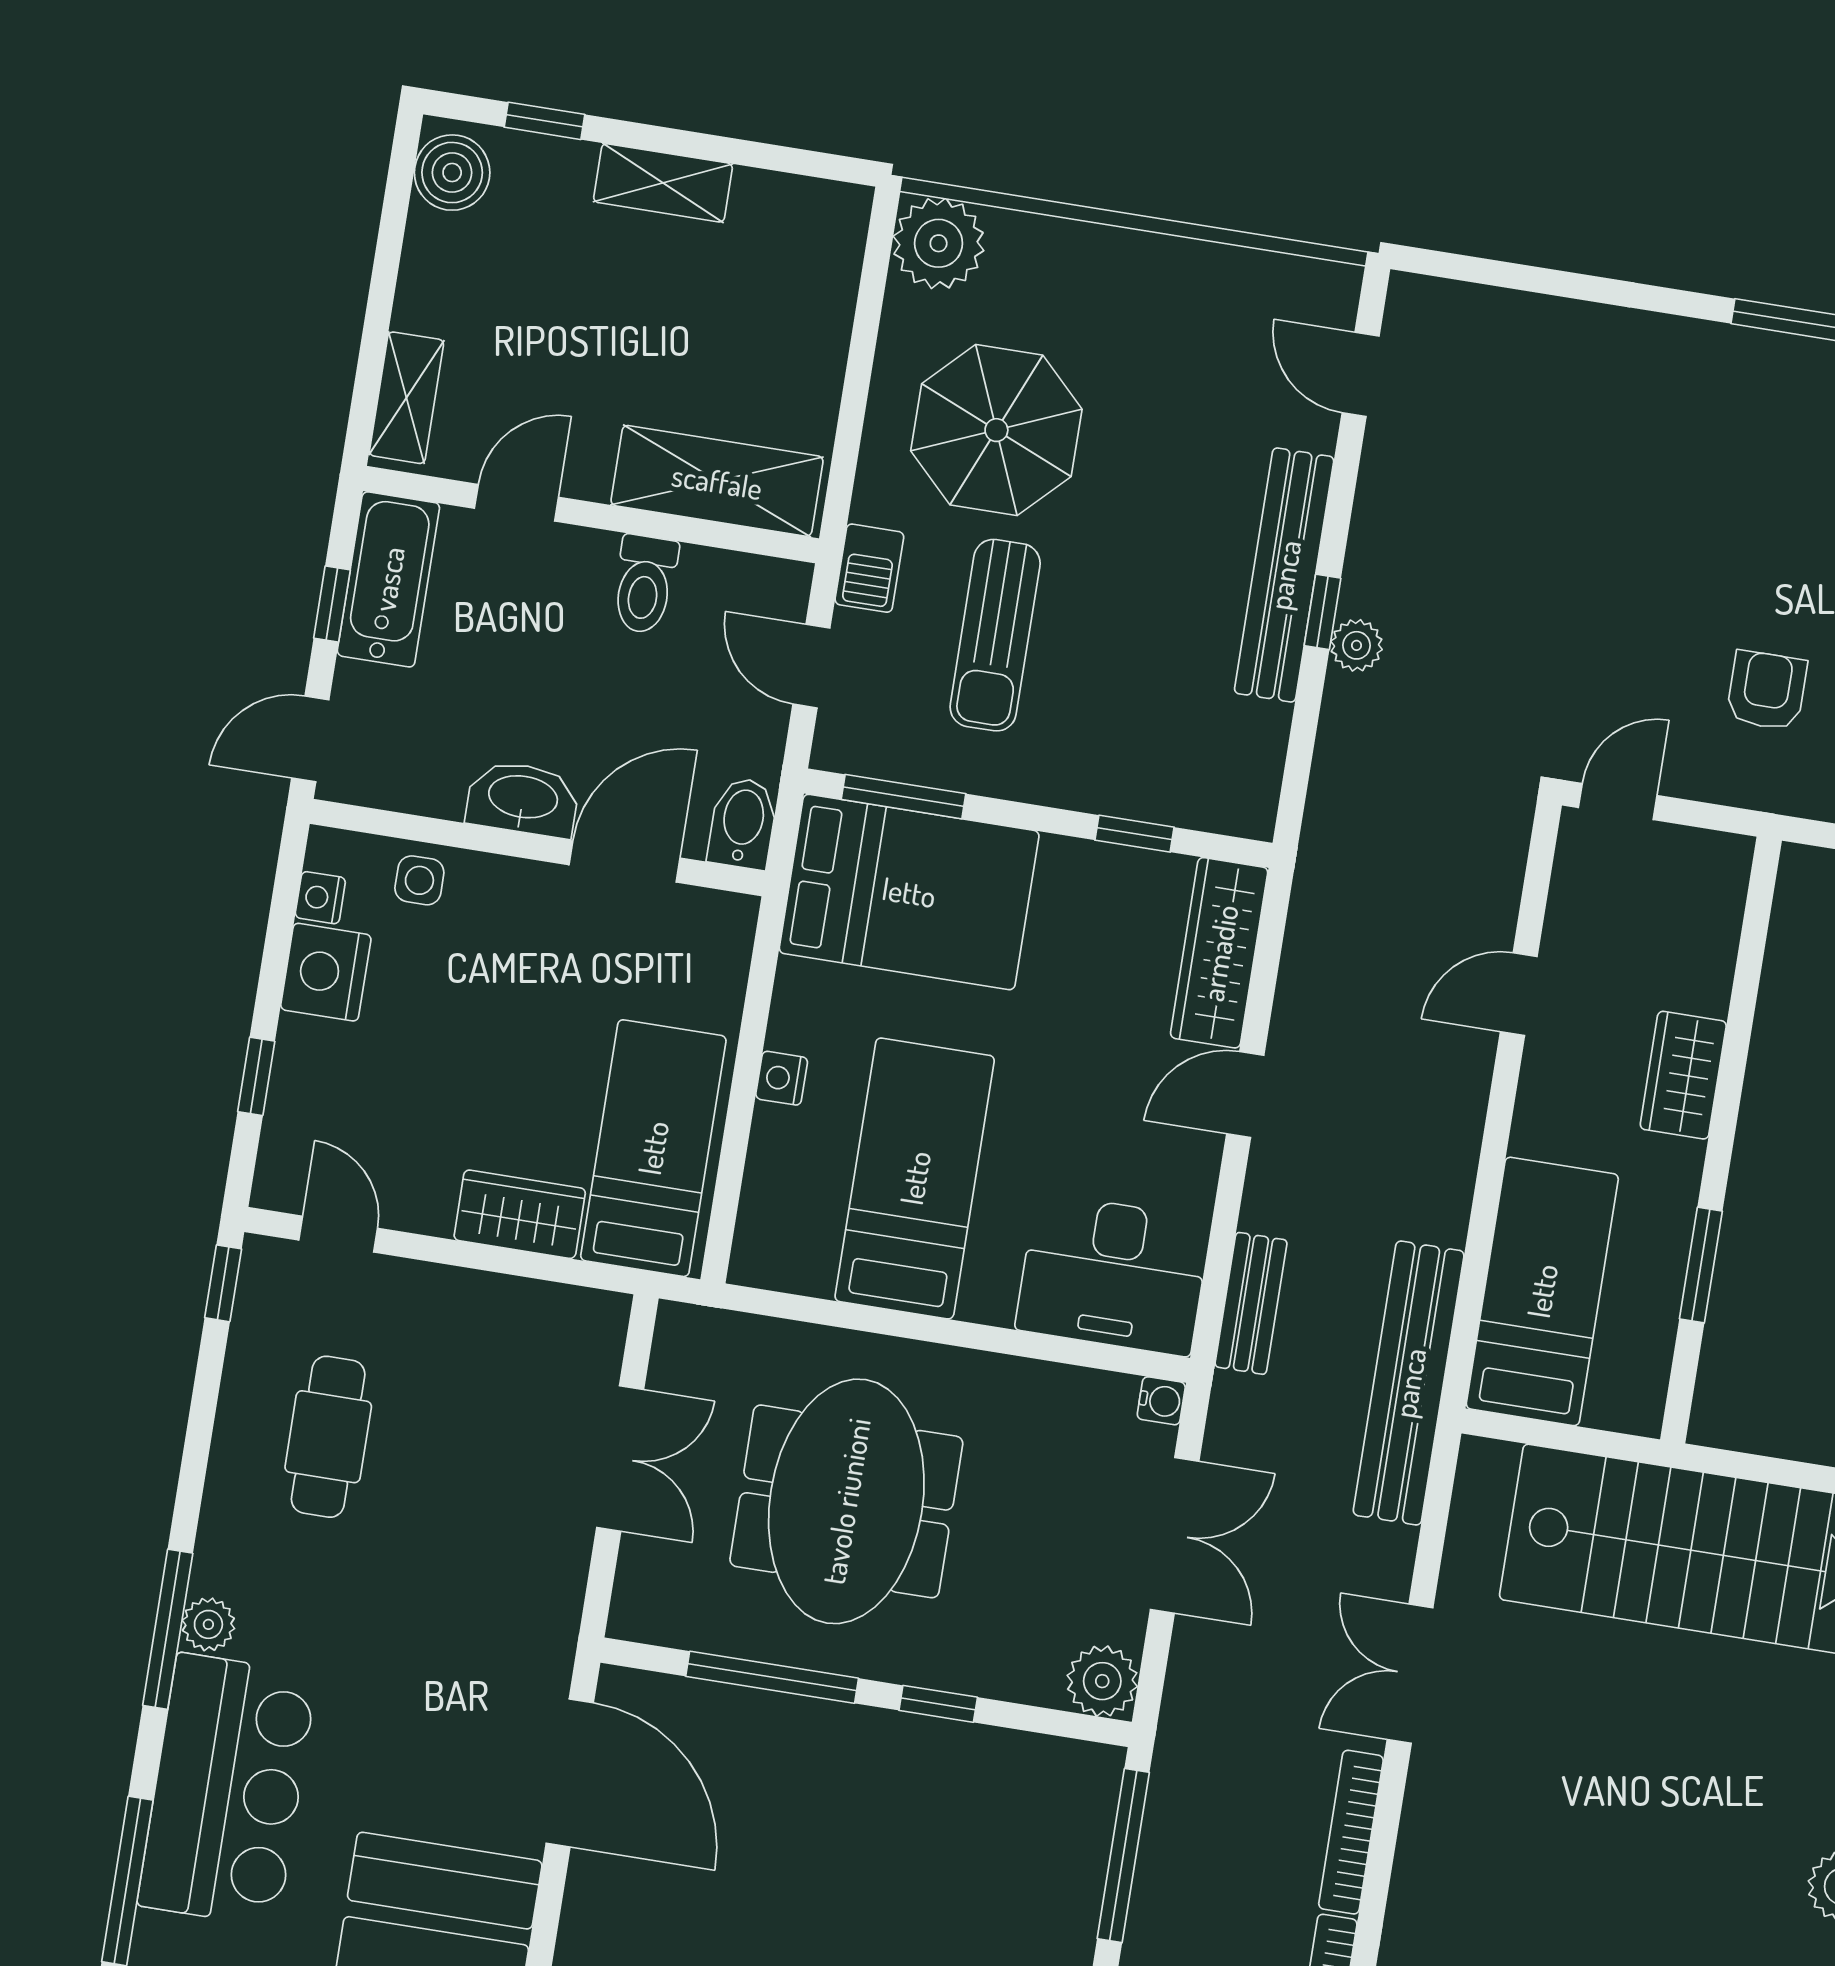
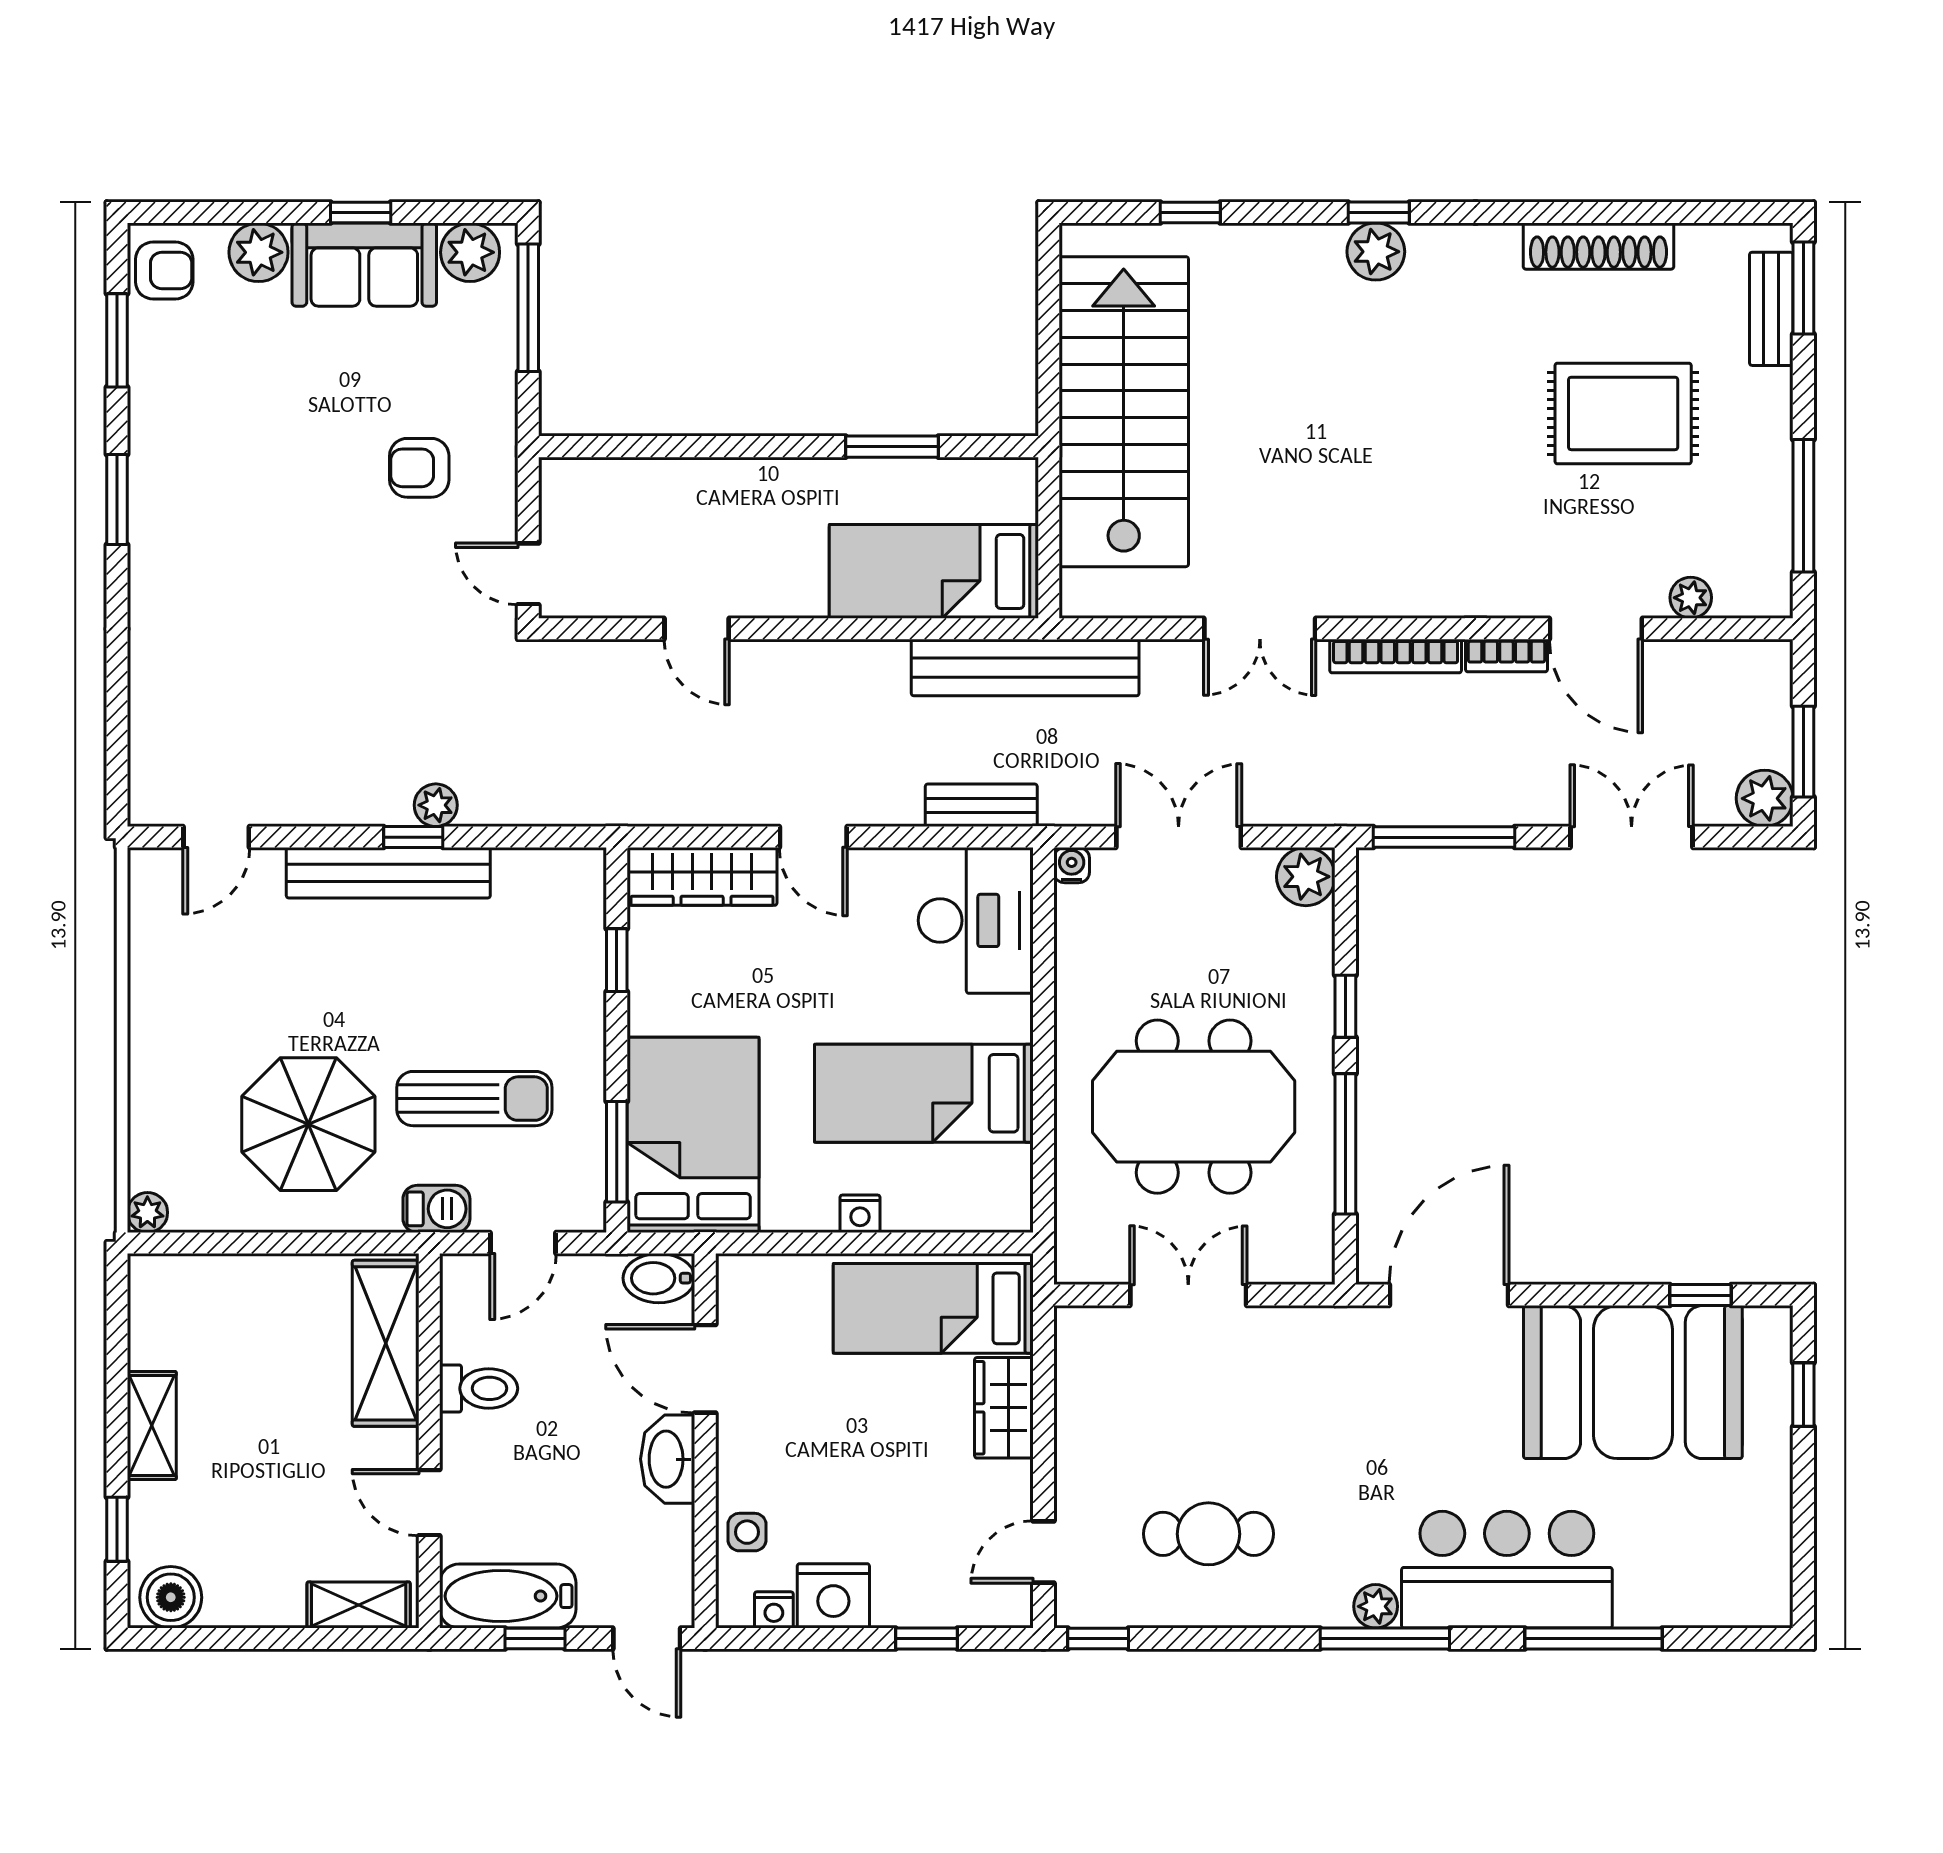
plant: (939, 243) -> (147, 1213), width x0.53, depth x0.53
wardrobe: (1683, 1075) -> (741, 486), removed

